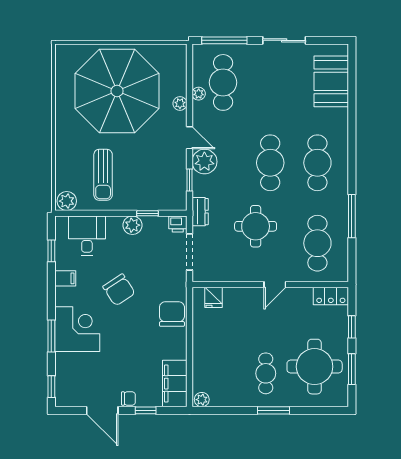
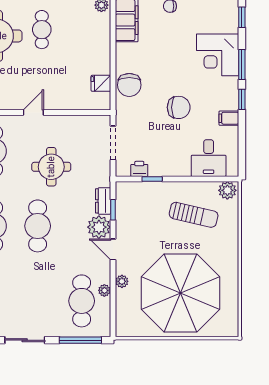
sun lounger: (103, 175) -> (194, 215), turned 103
dresser: (200, 212) -> (103, 201), moved
printer: (178, 224) -> (139, 169), moved
plant: (132, 225) -> (166, 168), removed
window: (51, 251) -> (242, 99), moved
chair: (119, 290) -> (179, 107), turned 123
fridge: (214, 297) -> (101, 83), moved, turned -90
corner desk: (77, 329) -> (218, 55), moved

